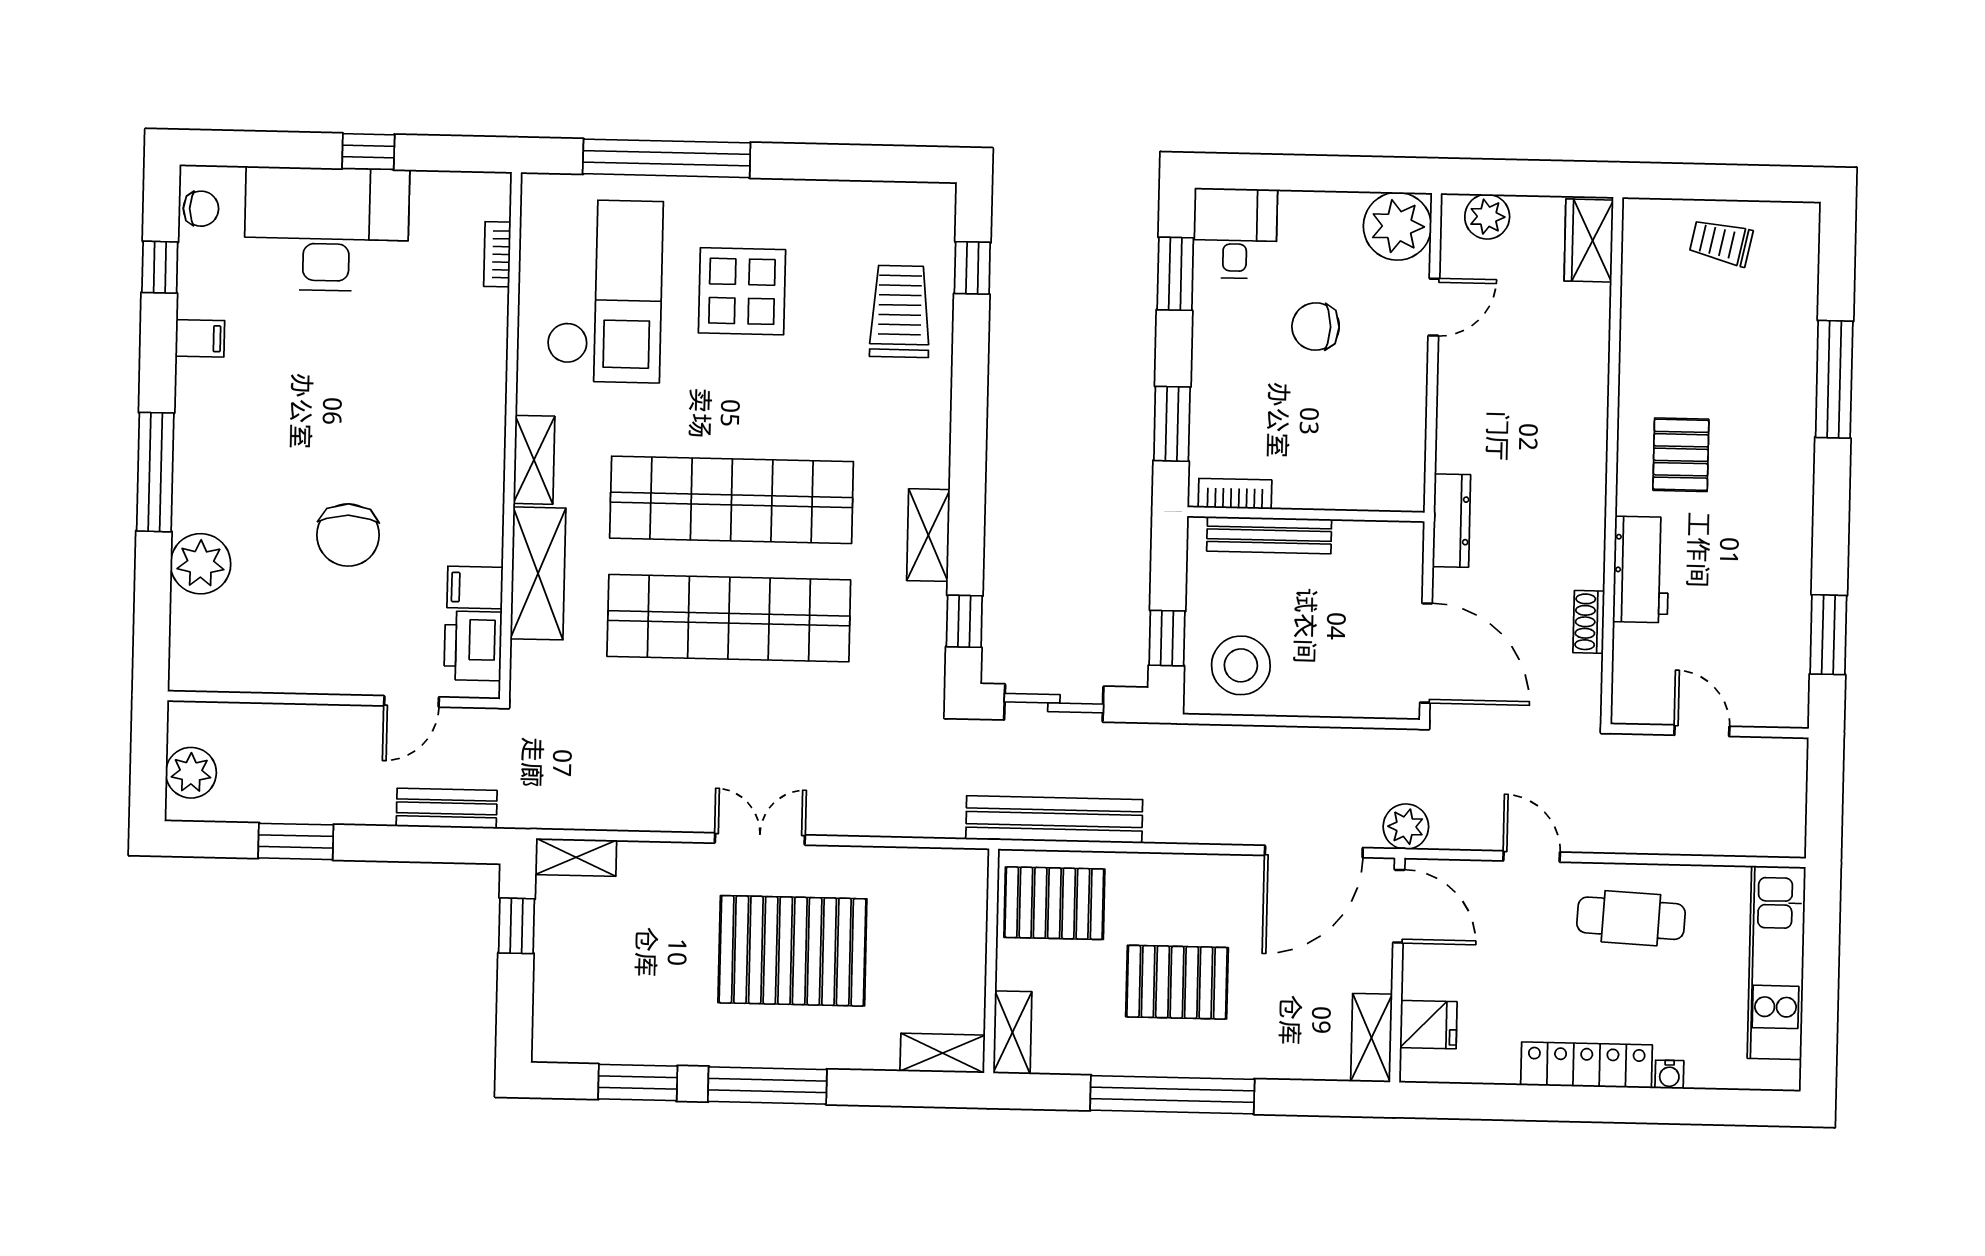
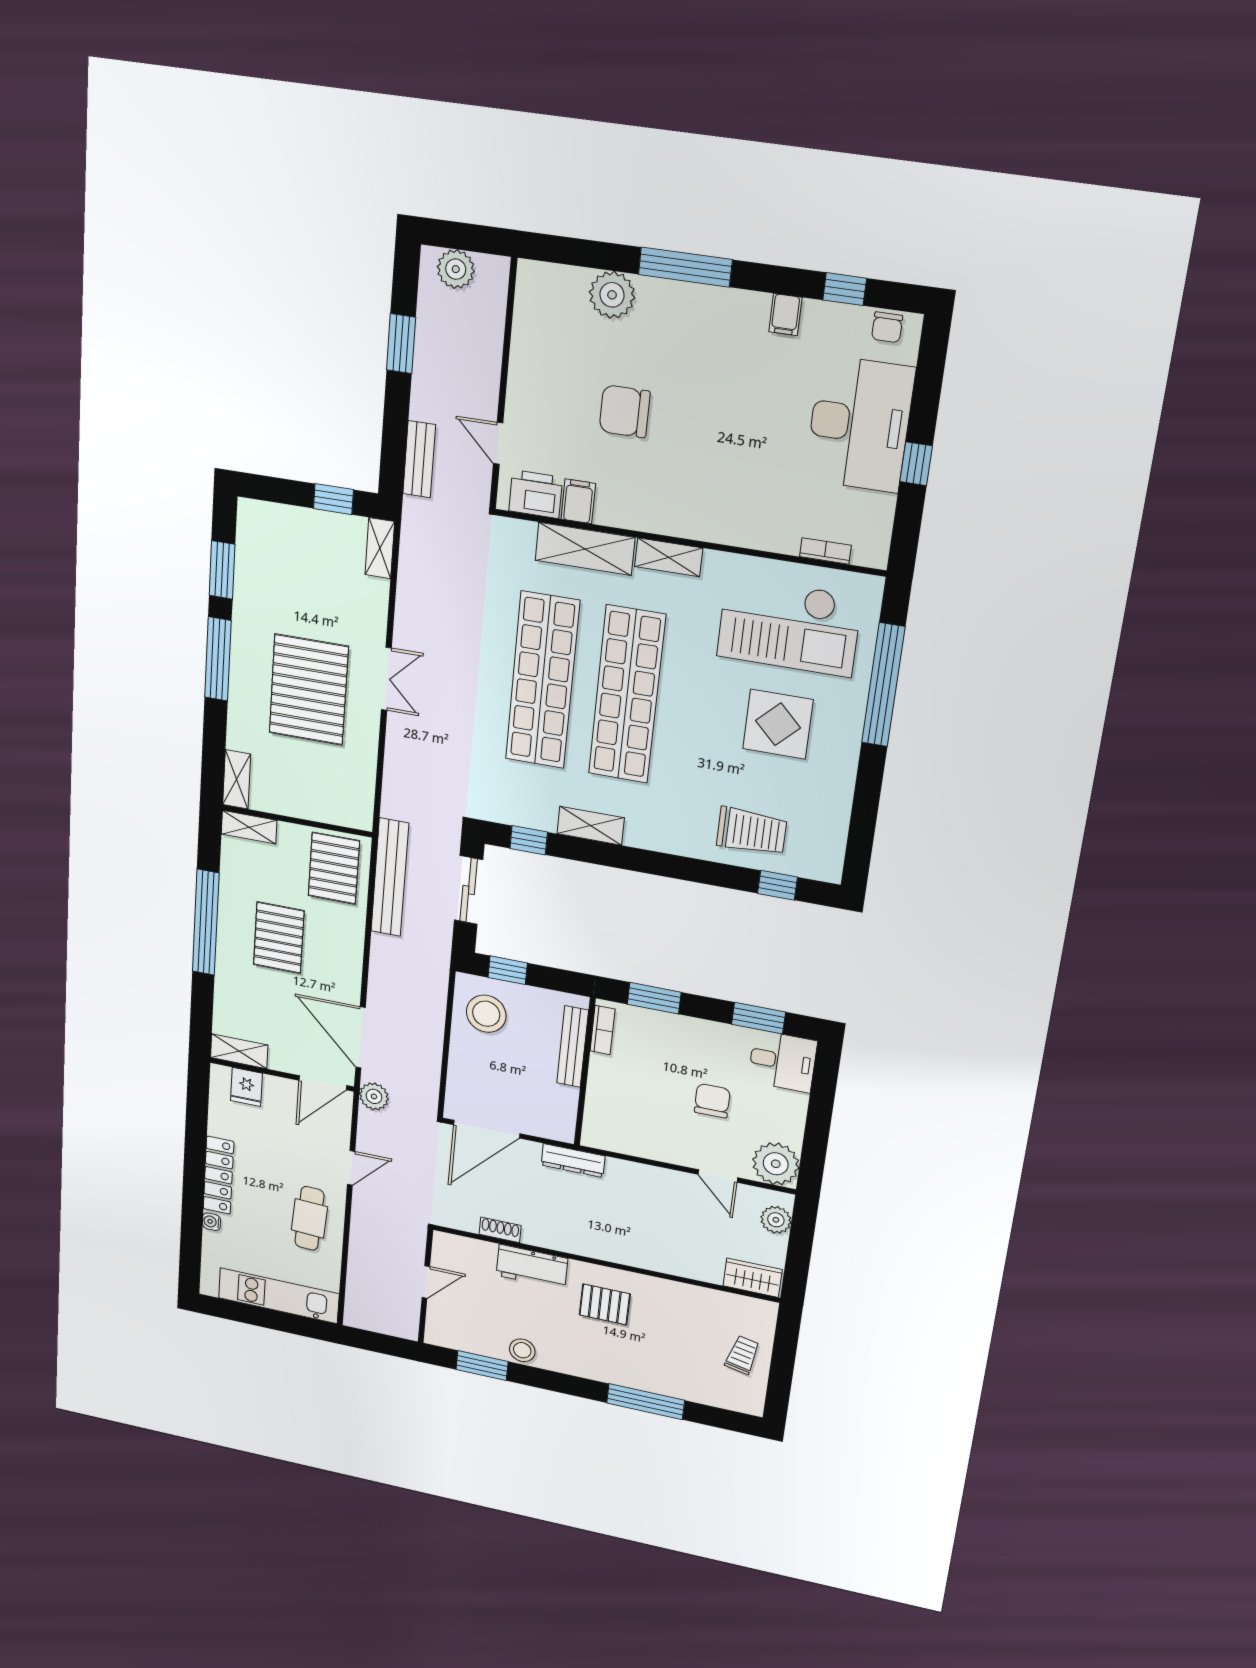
stool: (1787, 574) -> (522, 1350), added

